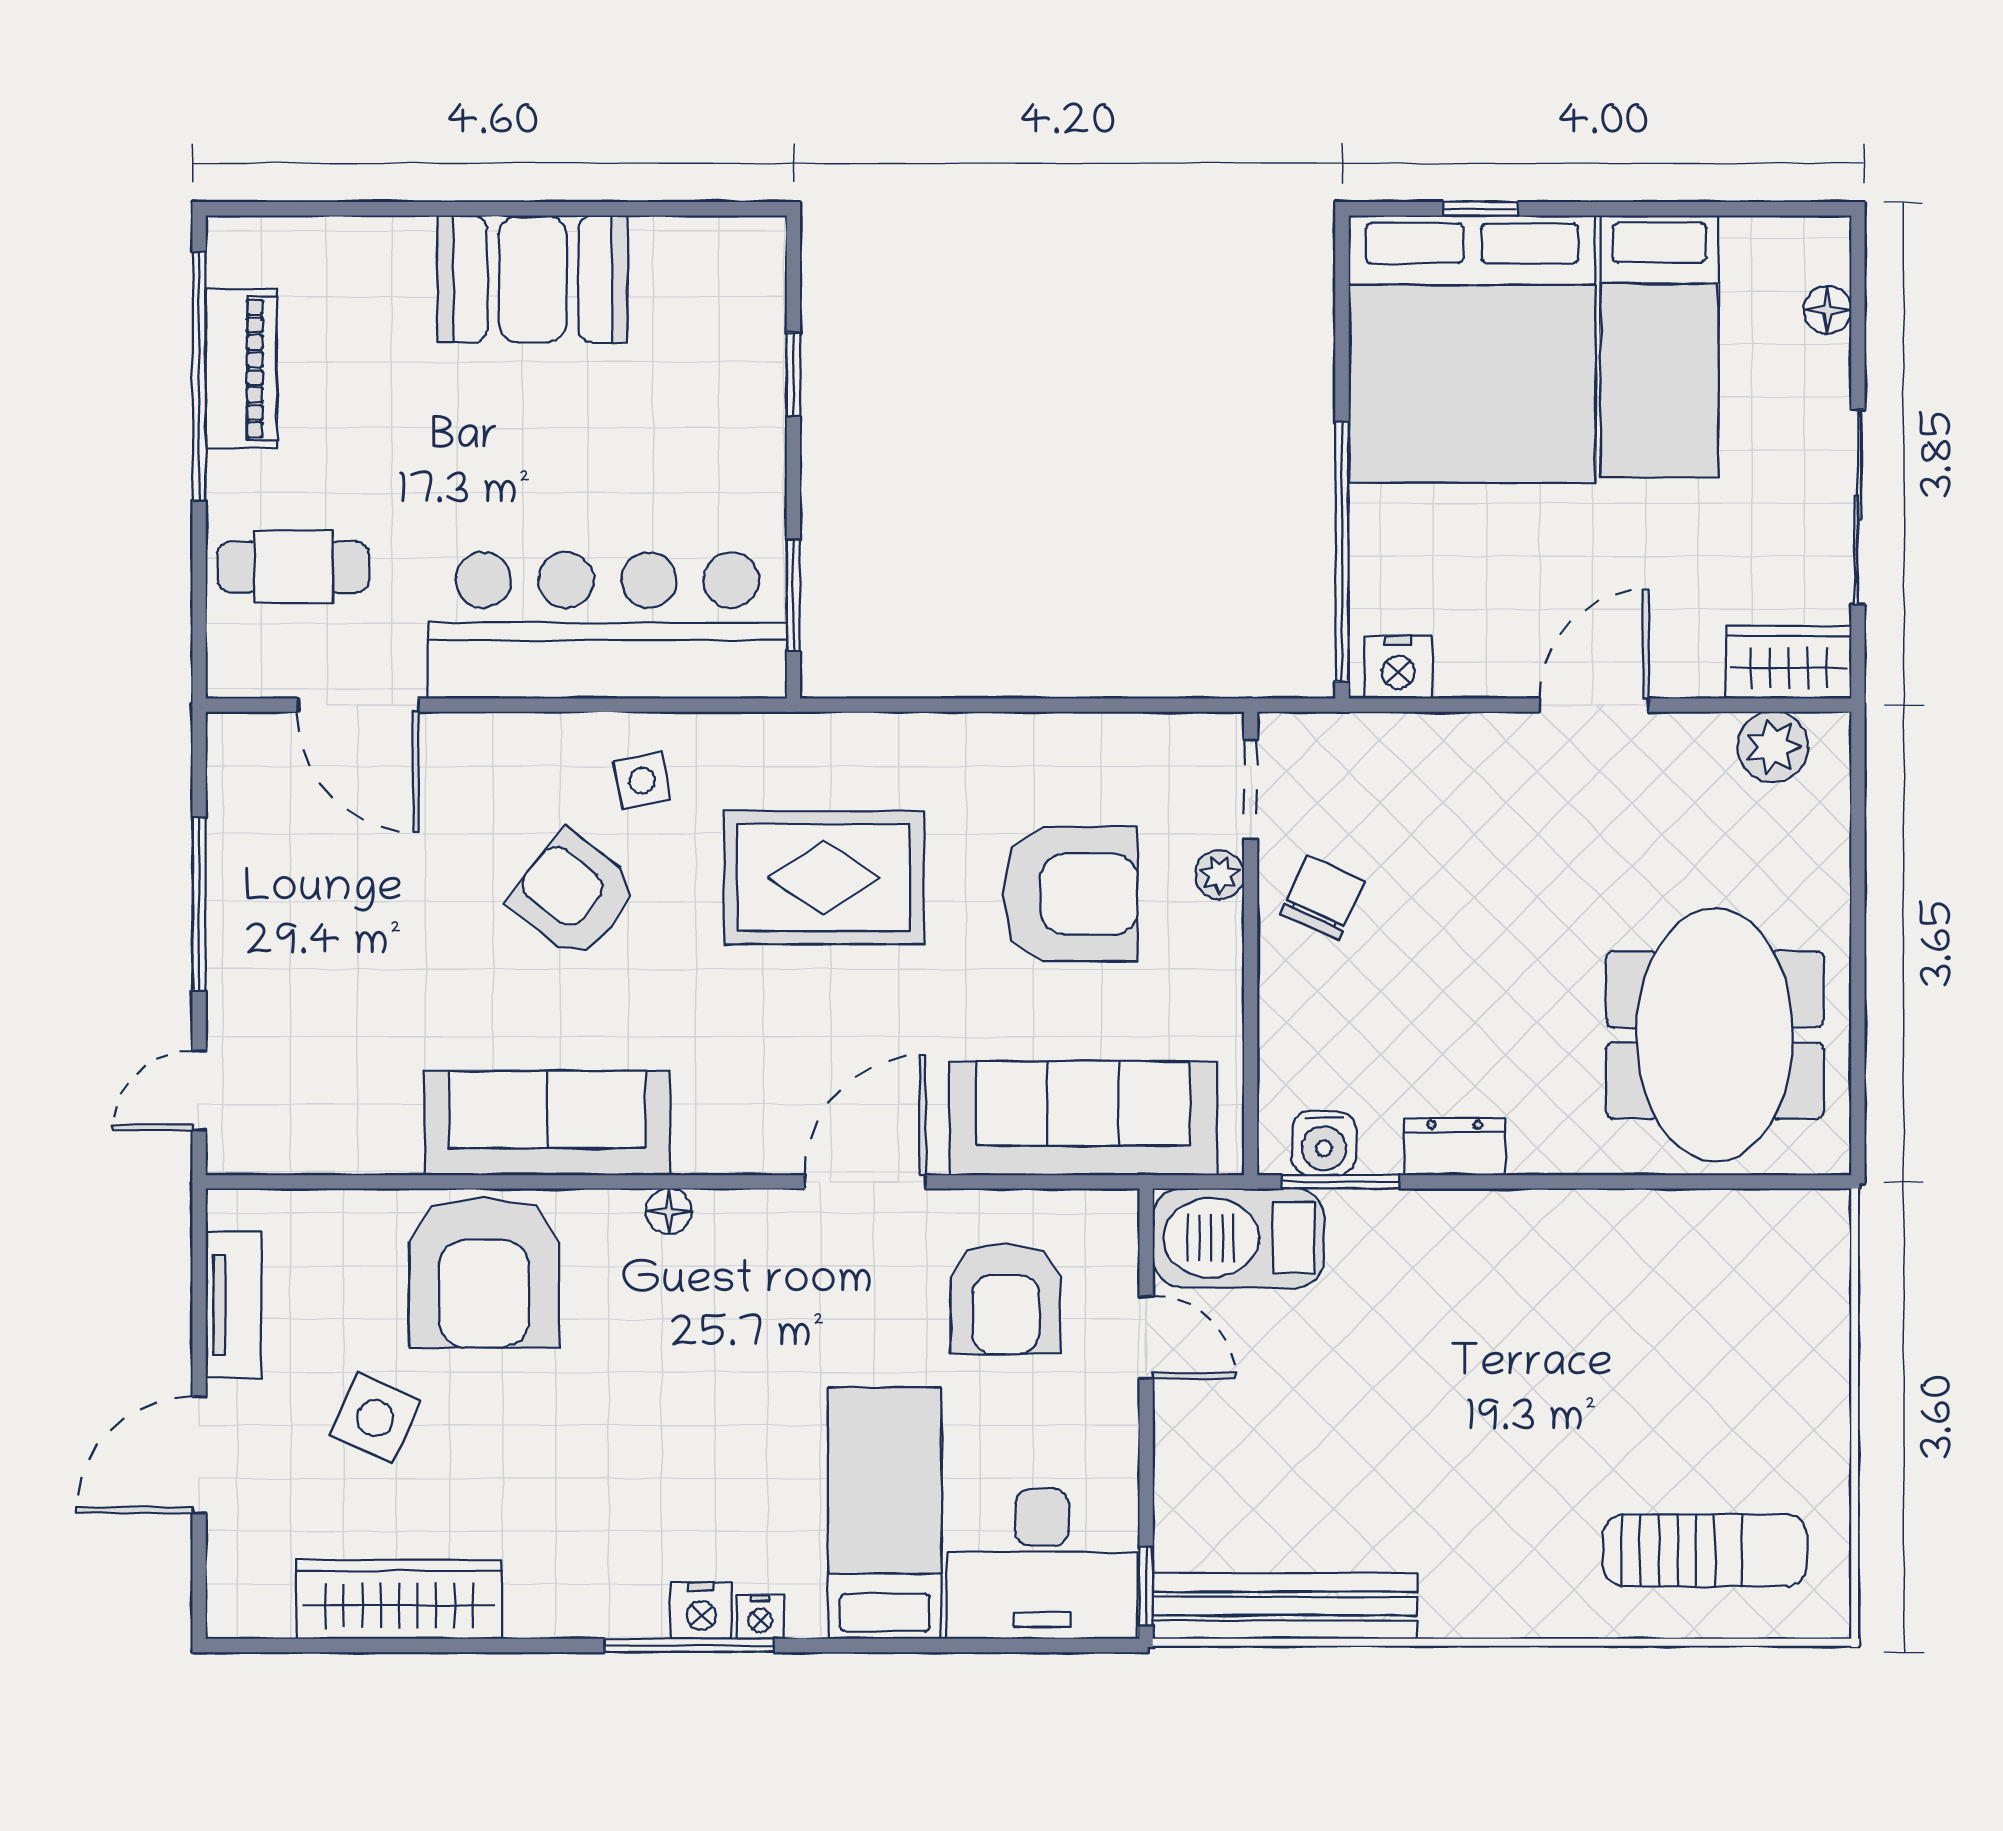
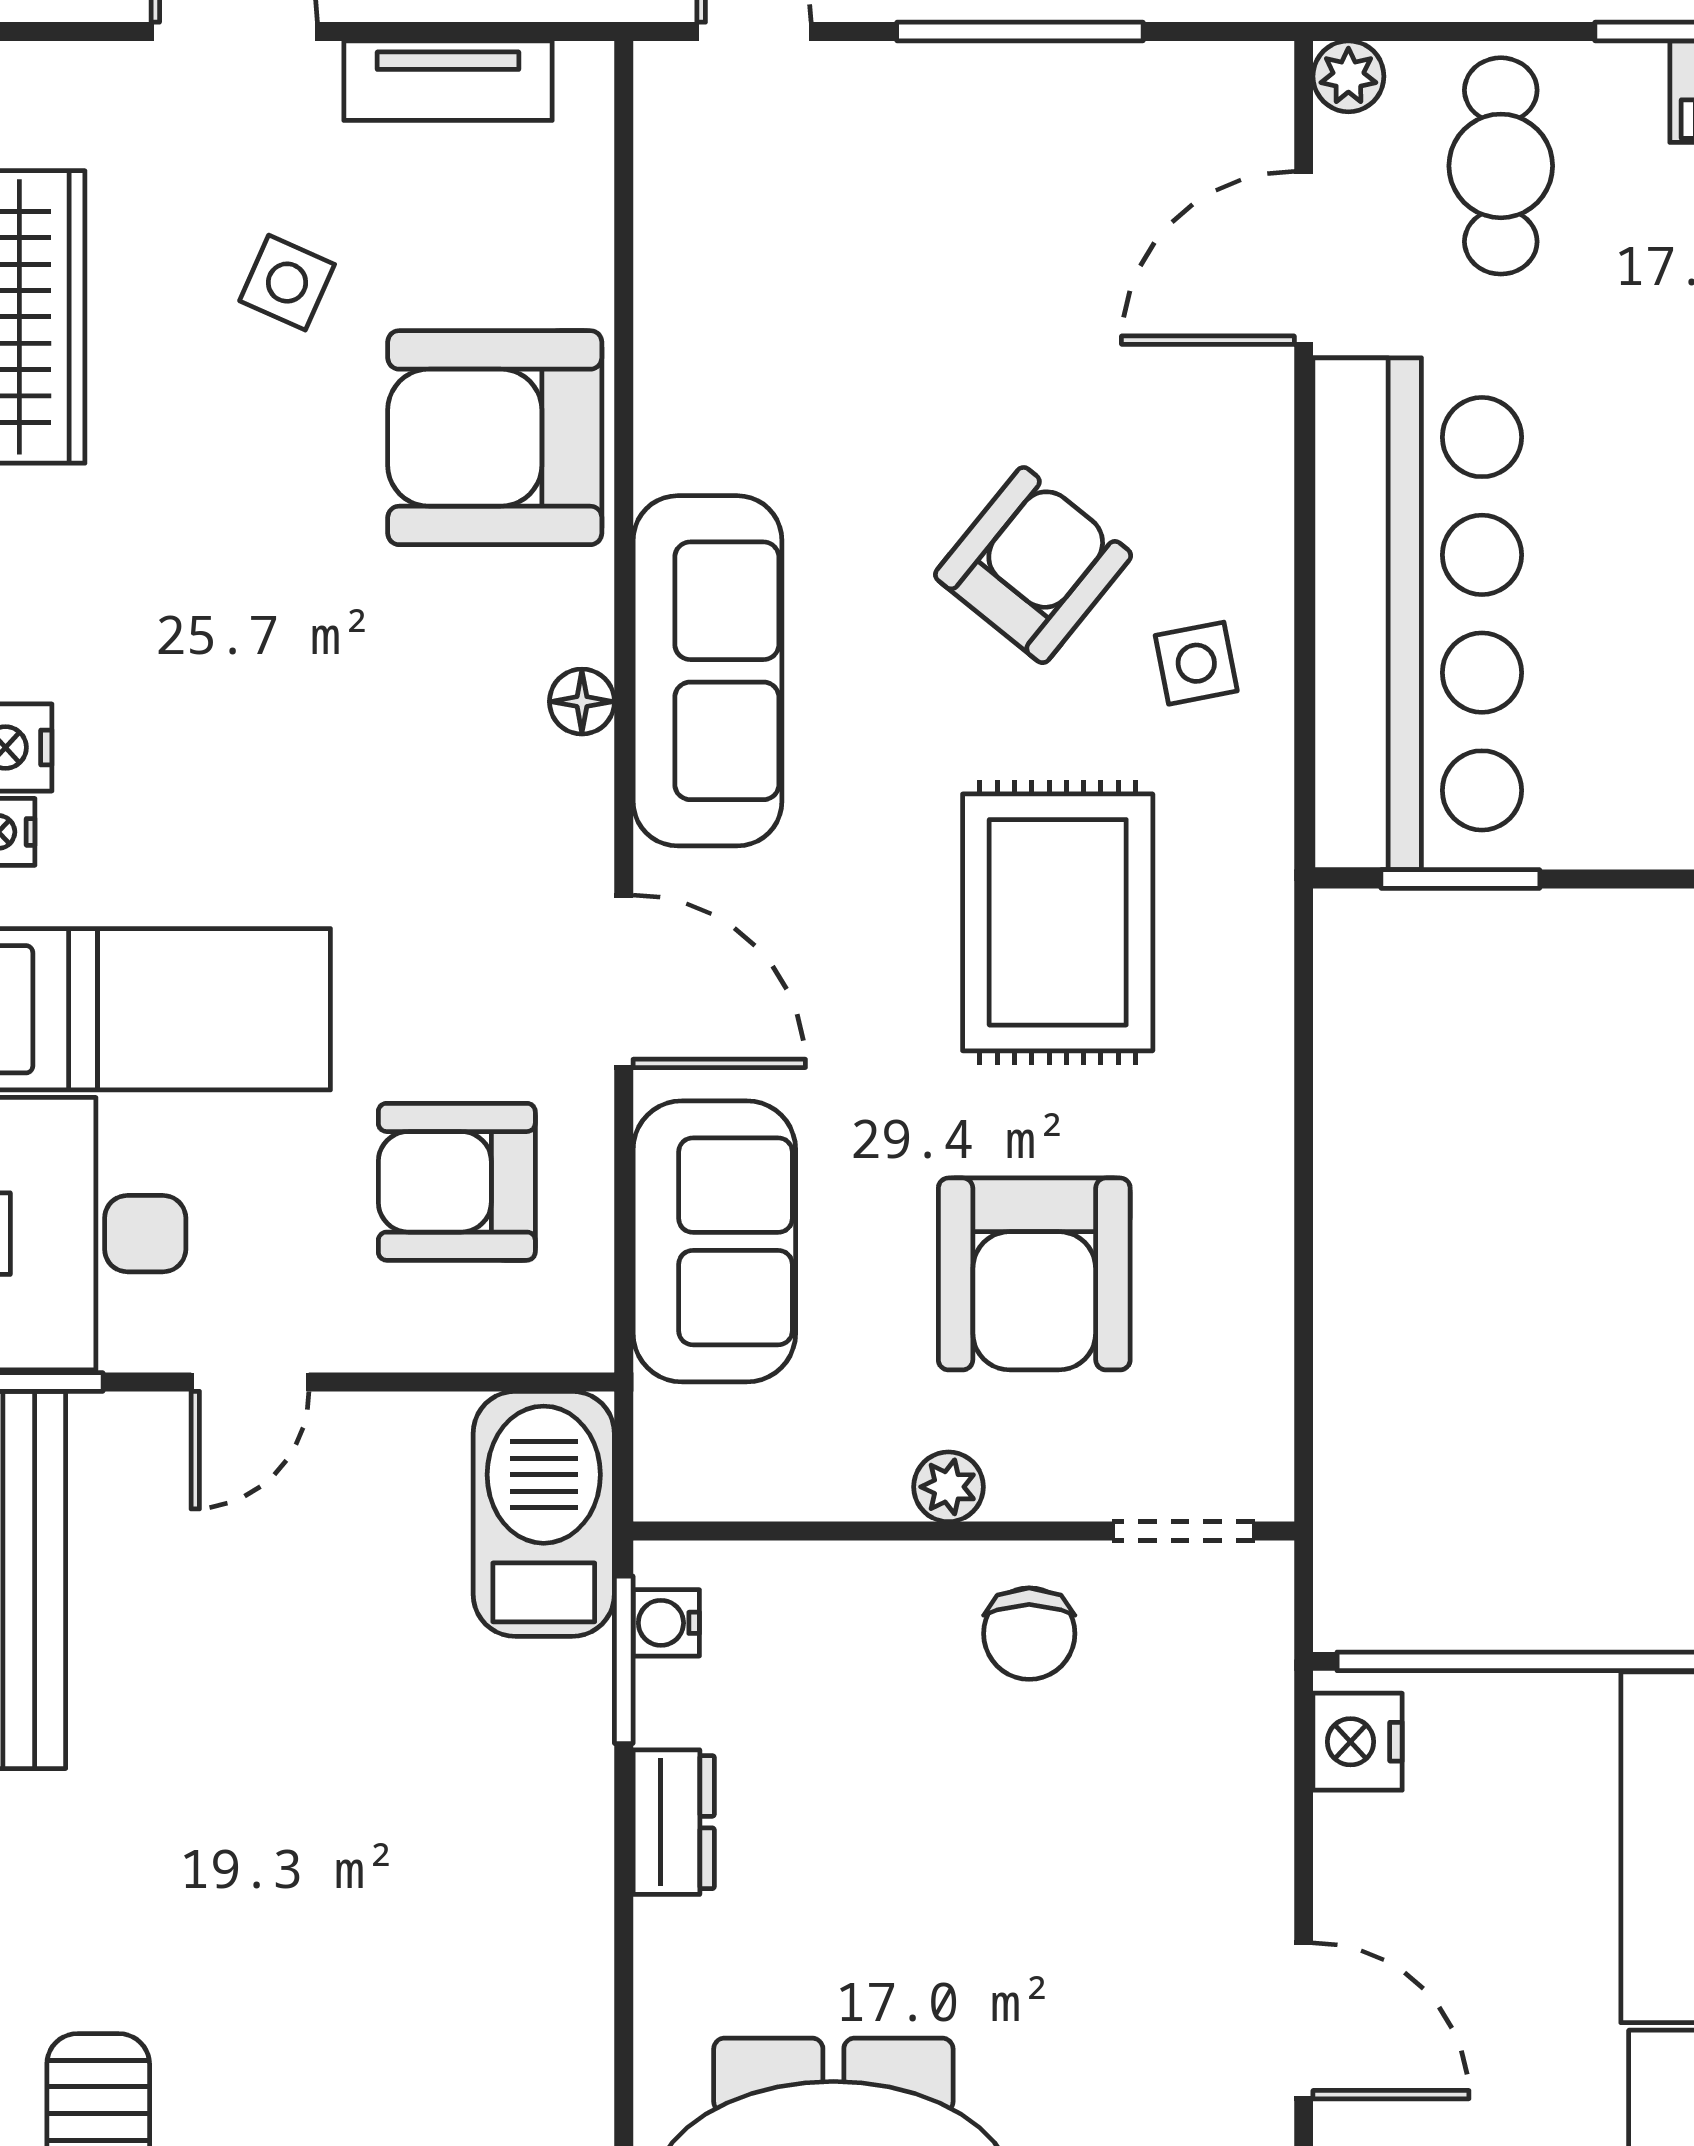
plant: (231, 674) -> (1348, 76), added
plant: (1220, 875) -> (948, 1487), moved
chair: (1323, 898) -> (1029, 1634), turned 66
sofa: (1083, 1118) -> (714, 1241), width x0.73
sofa: (547, 1123) -> (708, 671), moved
water cooler: (1324, 1143) -> (666, 1623), width x0.72, depth x0.72
door: (1146, 1337) -> (250, 1382), moved
side table: (375, 1418) -> (287, 283), width x0.73, depth x0.73

